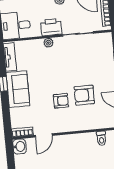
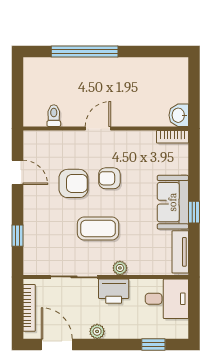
coffee table: (65, 67) -> (98, 229), added
door: (44, 135) -> (98, 129), moved

